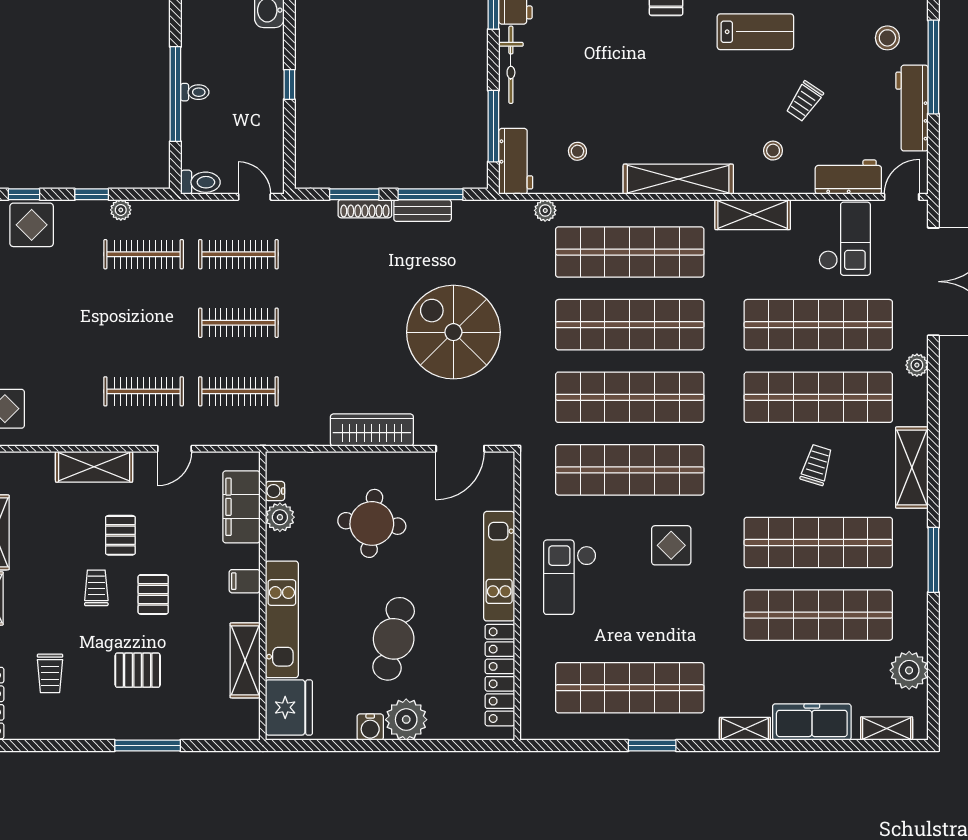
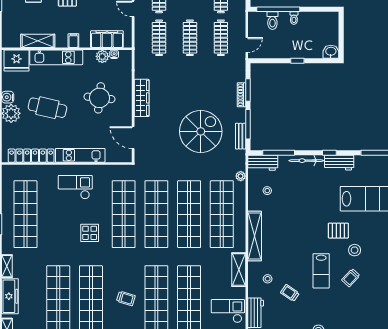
window: (175, 94) -> (278, 9), moved
toilet: (200, 182) -> (272, 21), moved
bench: (423, 210) -> (241, 136), moved
checkout: (845, 239) -> (228, 311), turned 180
spiral stairs: (453, 332) -> (201, 131), moved

